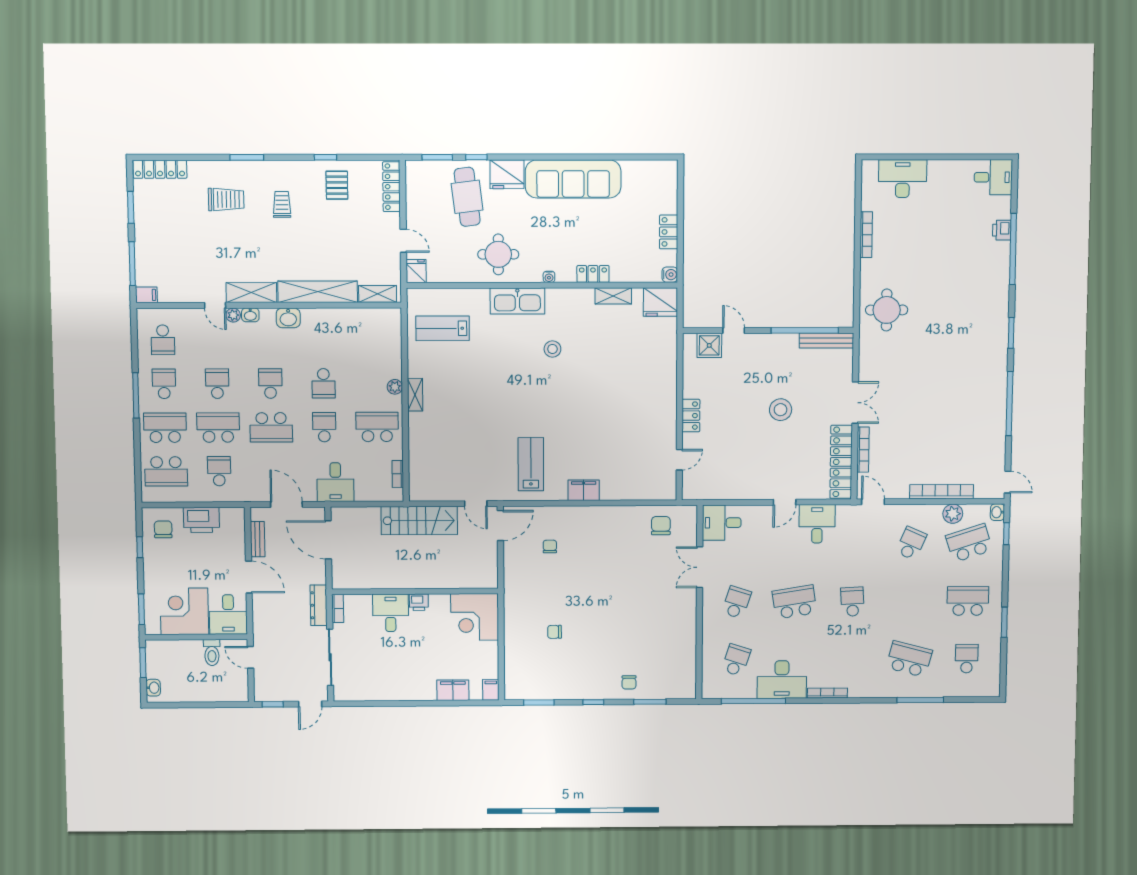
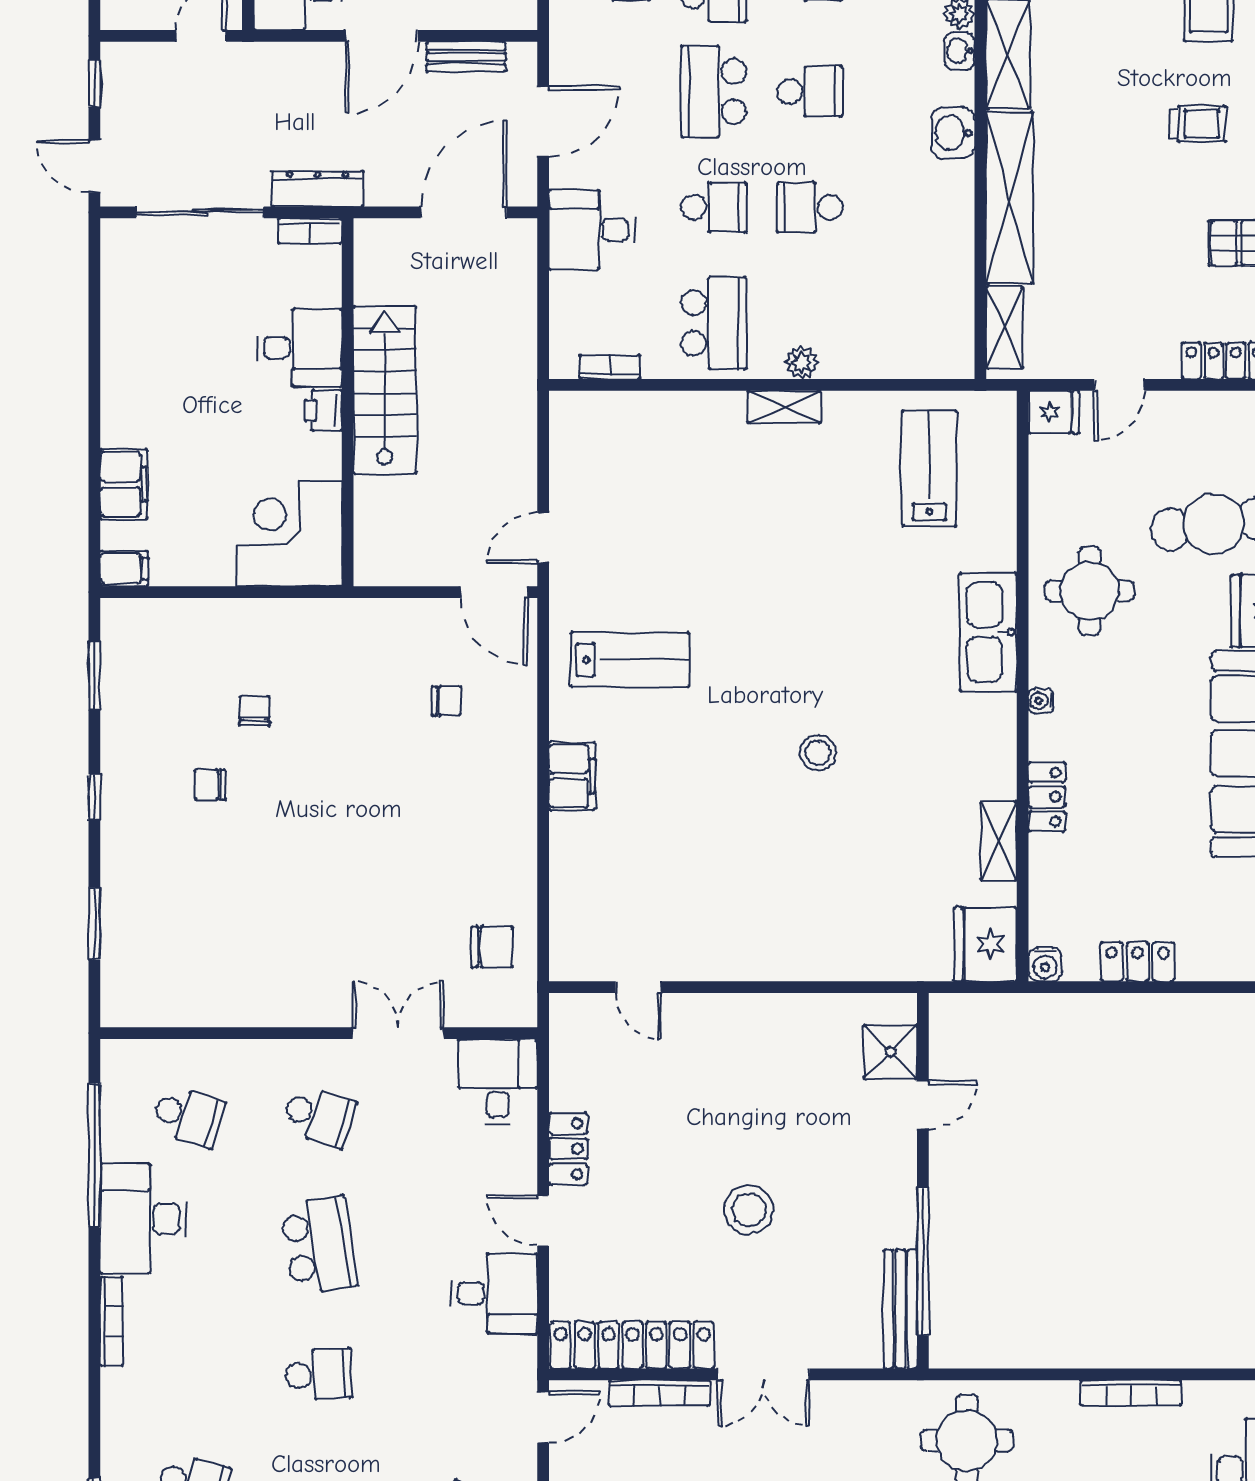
stool: (552, 349) -> (818, 753), moved
locker: (691, 416) -> (568, 1149), moved, turned -90
stairs: (419, 521) -> (385, 390), moved, turned 180
chair: (629, 682) -> (210, 785), moved

